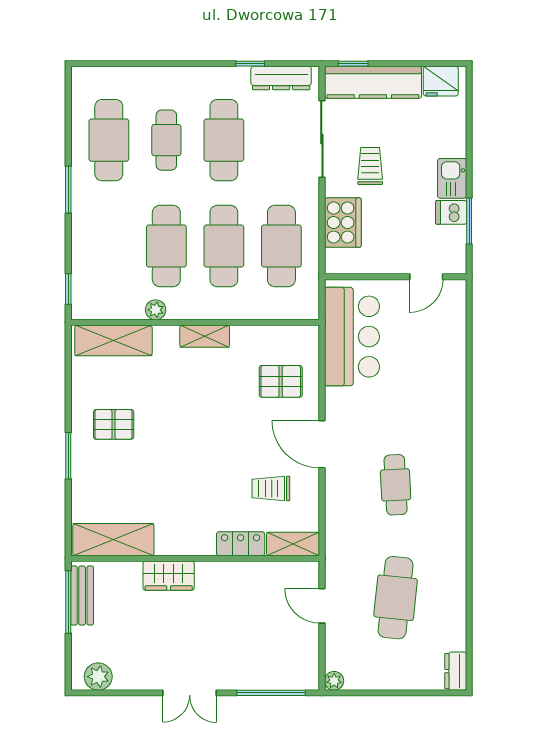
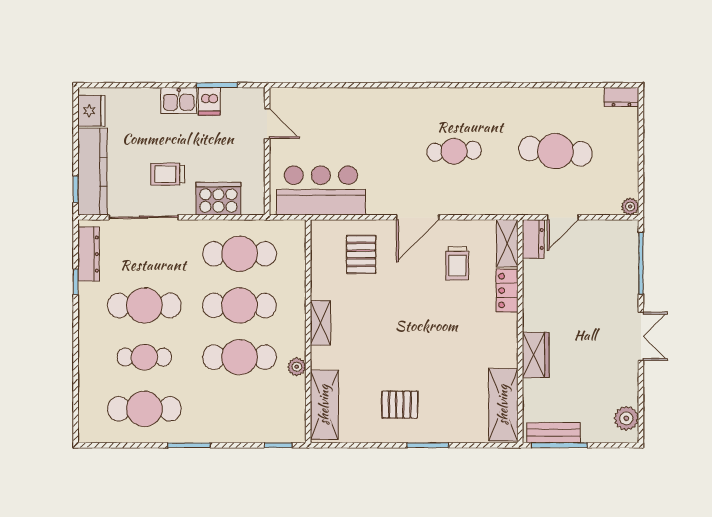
pallet: (114, 424) -> (400, 405), turned 90
dresser: (298, 573) -> (533, 239), added

